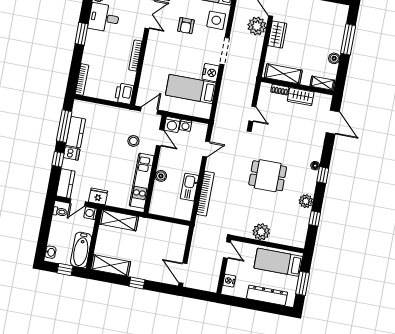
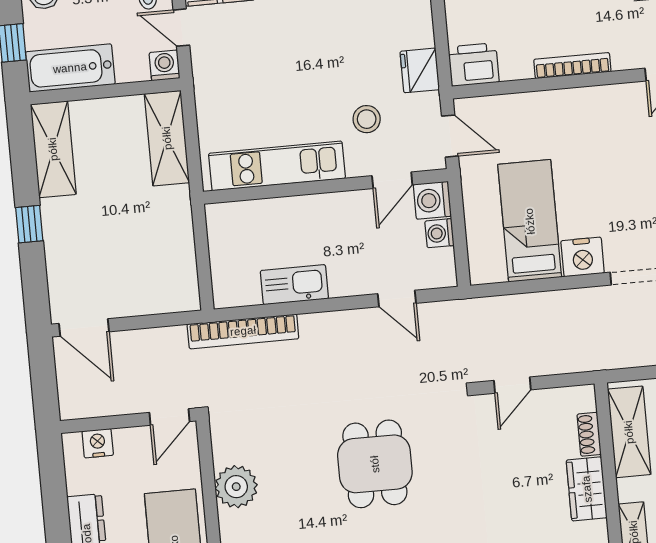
boiler: (161, 176) -> (302, 209), removed
bookcase: (205, 194) -> (243, 331), moved
fridge: (98, 196) -> (420, 70), moved, turned 180
door: (183, 273) -> (84, 328), swing flipped

